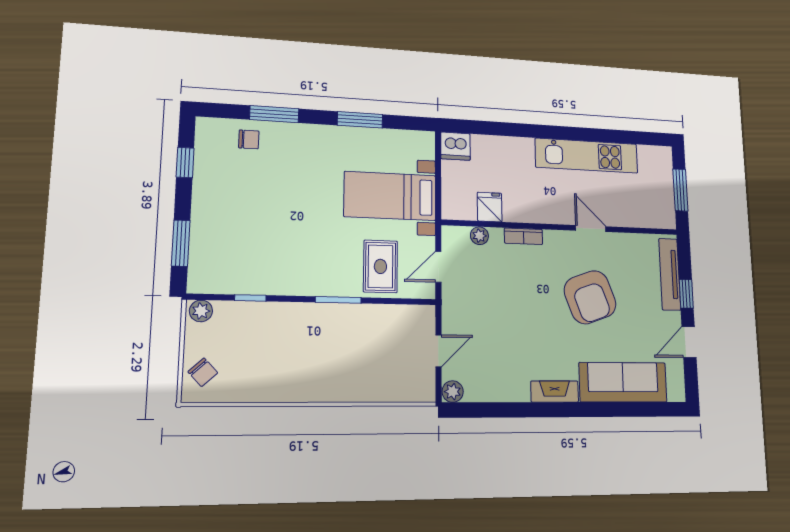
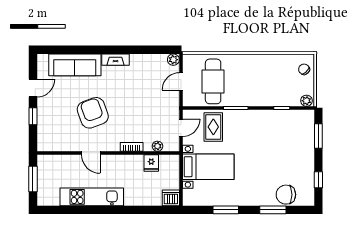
chair: (249, 139) -> (286, 195), width x1.87, depth x1.87
tv unit: (670, 274) -> (43, 128), removed
cafe table: (380, 350) -> (213, 81), added

